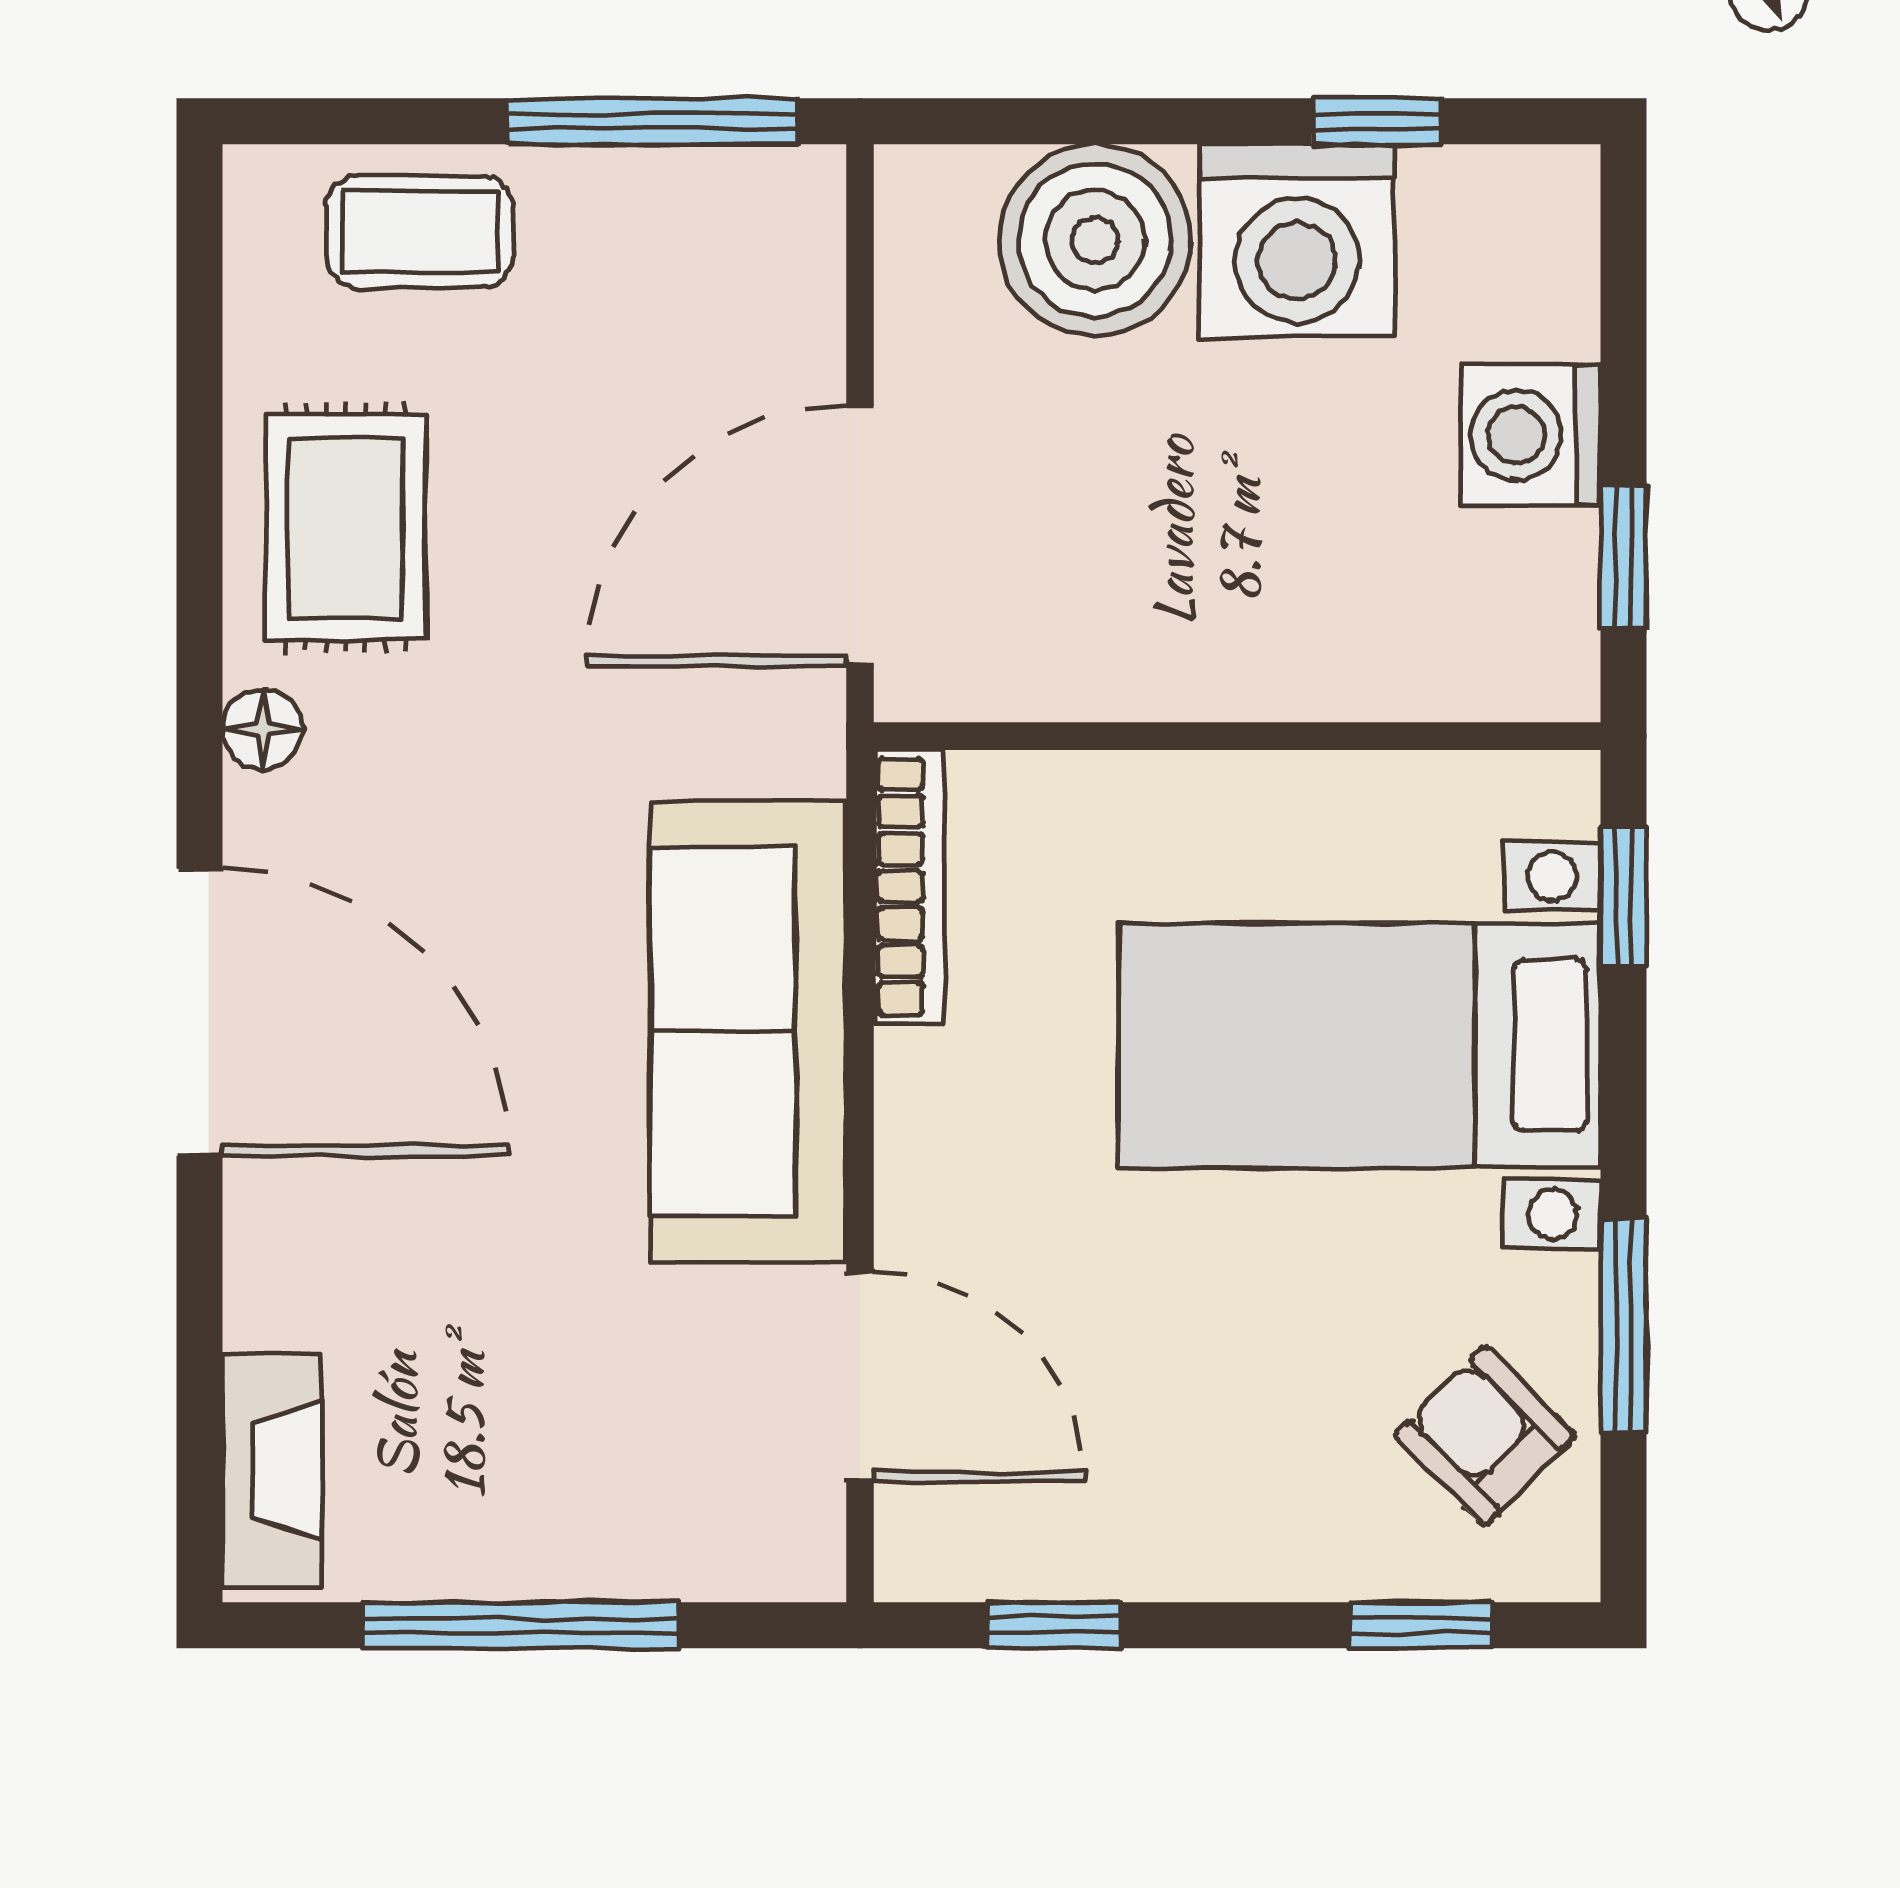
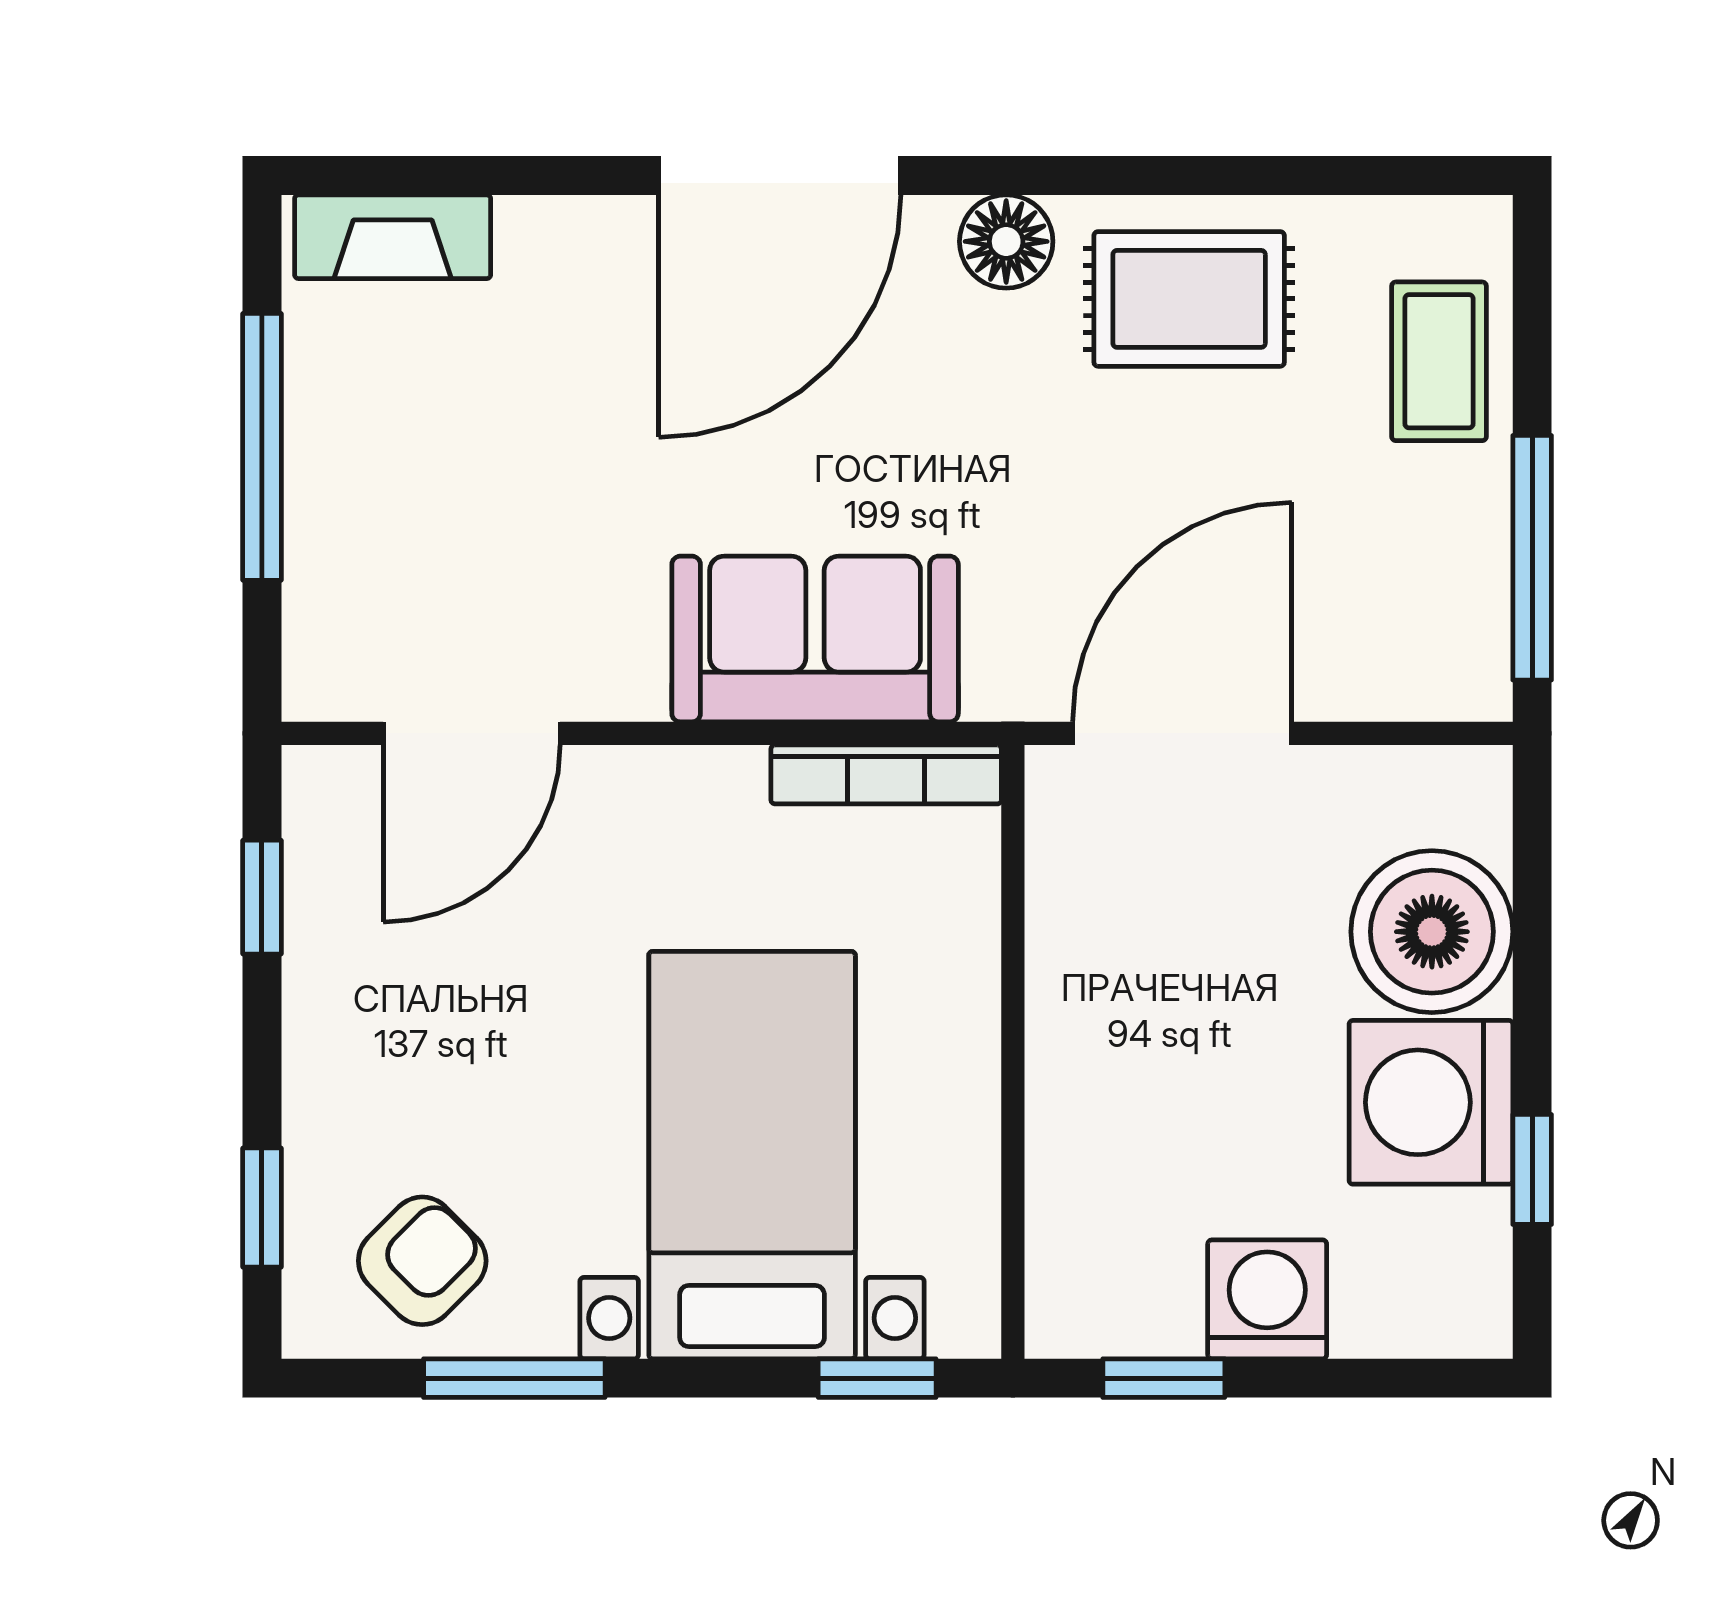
door: (860, 536) -> (1182, 733), hinge flipped
floor lamp: (263, 729) -> (1006, 241), width x1.37, depth x1.37
sofa: (748, 1032) -> (815, 639), width x0.73

